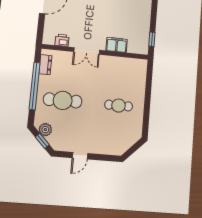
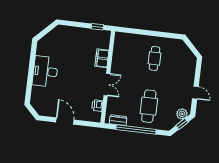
plant: (45, 130) -> (182, 114), moved

